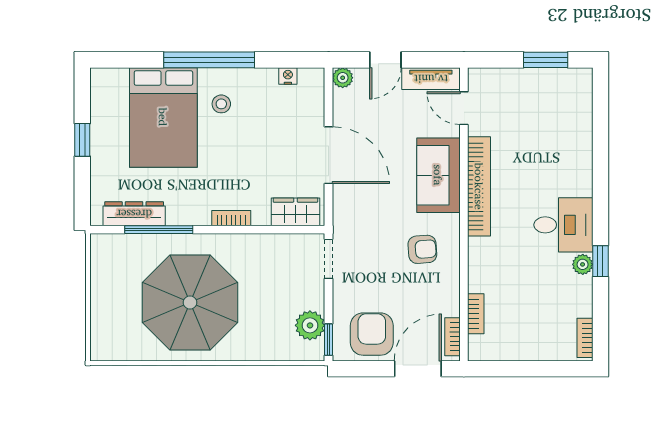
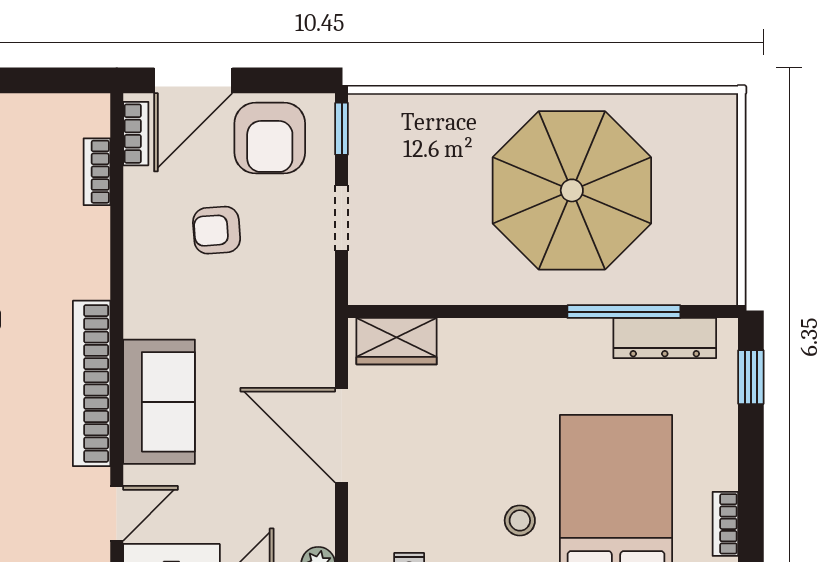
door: (464, 108) -> (117, 513), hinge flipped
window: (82, 140) -> (751, 377), moved
bookcase: (231, 218) -> (725, 524), moved, turned 90
armchair: (422, 249) -> (217, 230), moved
doorway: (329, 259) -> (342, 218), moved
plant: (310, 325) -> (372, 152), removed

